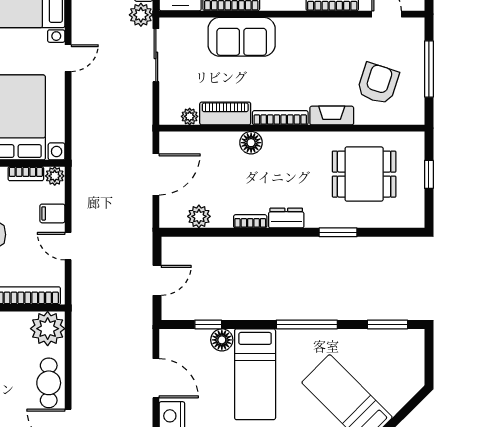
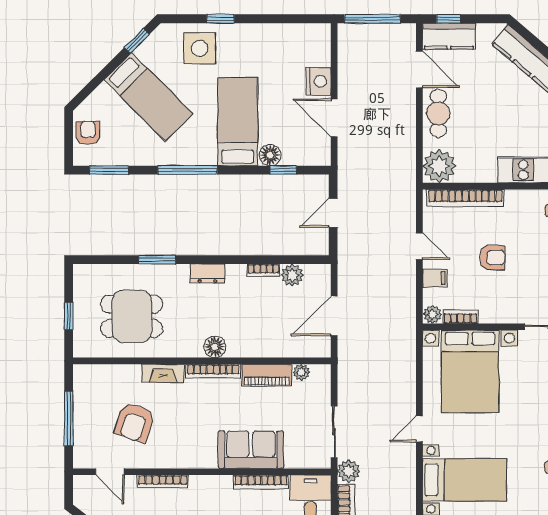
armchair: (378, 83) -> (134, 422), moved
floor lamp: (251, 143) -> (215, 347), moved
bookcase: (250, 221) -> (263, 270), moved
armchair: (409, 363) -> (88, 133), added

